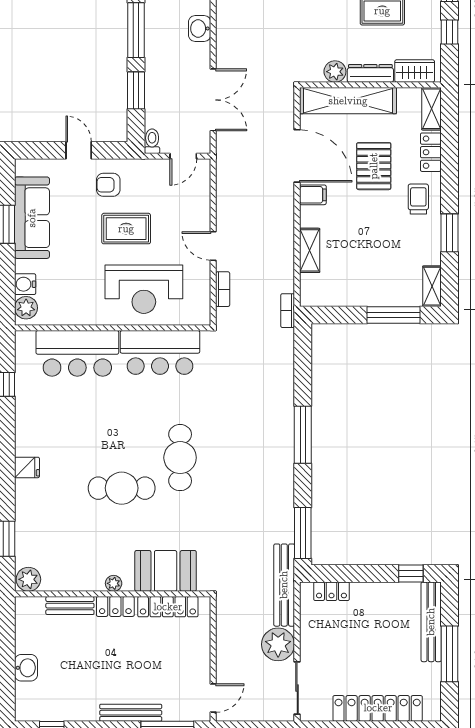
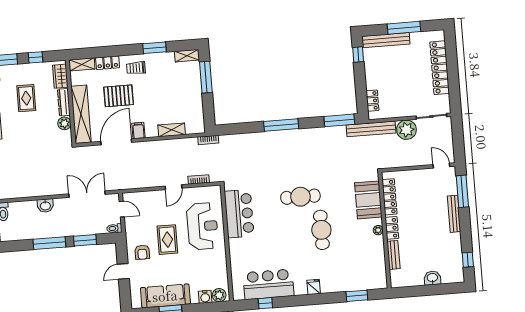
bar counter: (77, 353) -> (268, 284), moved, turned -90
plant: (28, 579) -> (380, 281), removed

